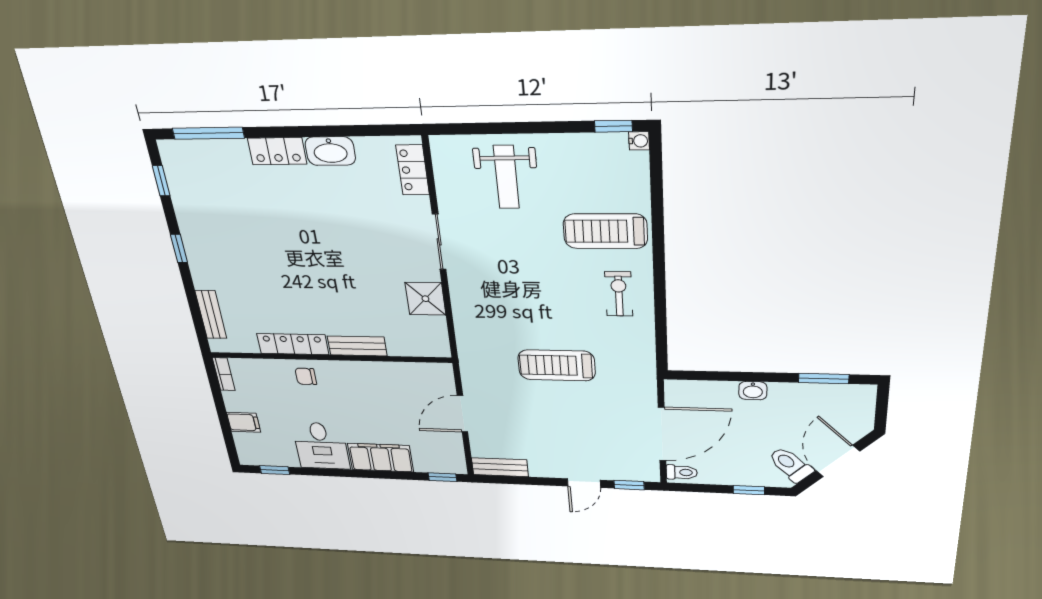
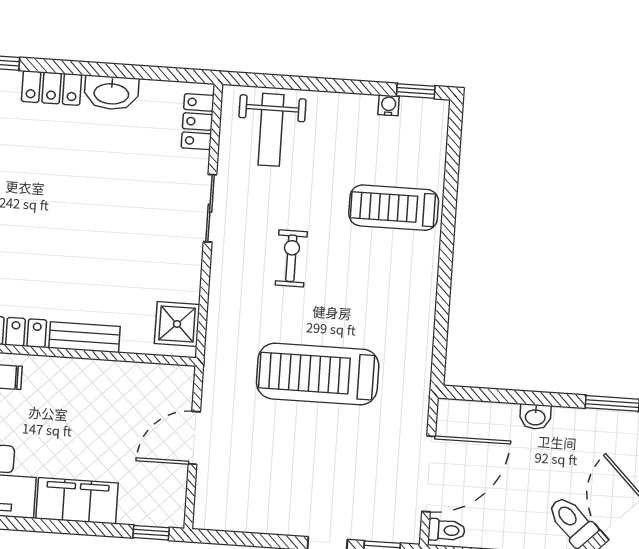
water cooler: (639, 141) -> (389, 105), moved, turned -90
weight bench: (506, 177) -> (271, 130), moved
exercise bike: (619, 294) -> (291, 258), moved
shower: (425, 299) -> (177, 324), moved
treadmill: (557, 365) -> (318, 374), width x1.37, depth x1.38
bench: (500, 467) -> (227, 519), removed

